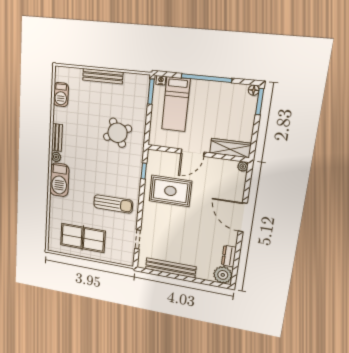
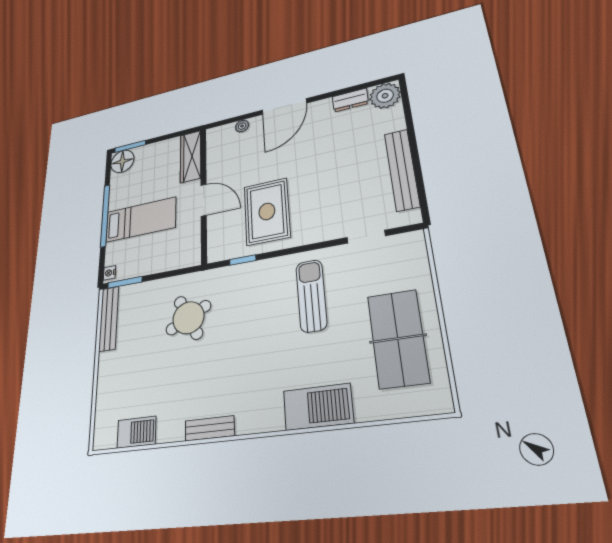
bench: (103, 76) -> (109, 319), moved
floor lamp: (254, 90) -> (122, 161), width x1.89, depth x1.89
bed: (176, 104) -> (141, 220), moved
plant: (56, 157) -> (246, 424), removed
plant: (243, 166) -> (242, 126), moved
barbecue: (59, 180) -> (318, 407), moved

